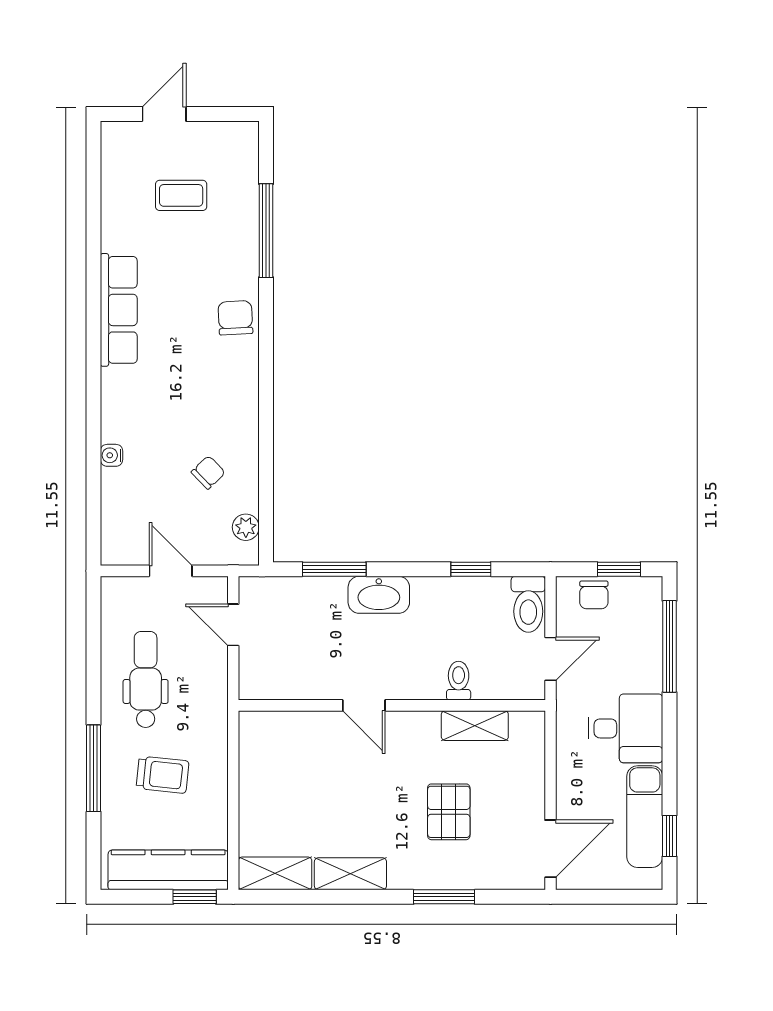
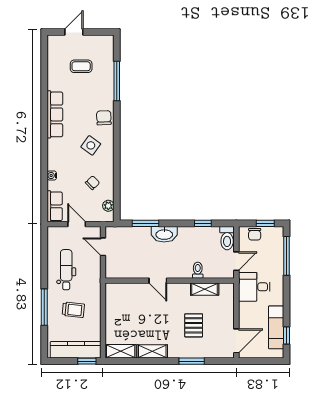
side table: (204, 384) -> (91, 145), added
row of seats: (118, 528) -> (55, 206), added
desk: (625, 728) -> (254, 287), moved, turned 180

